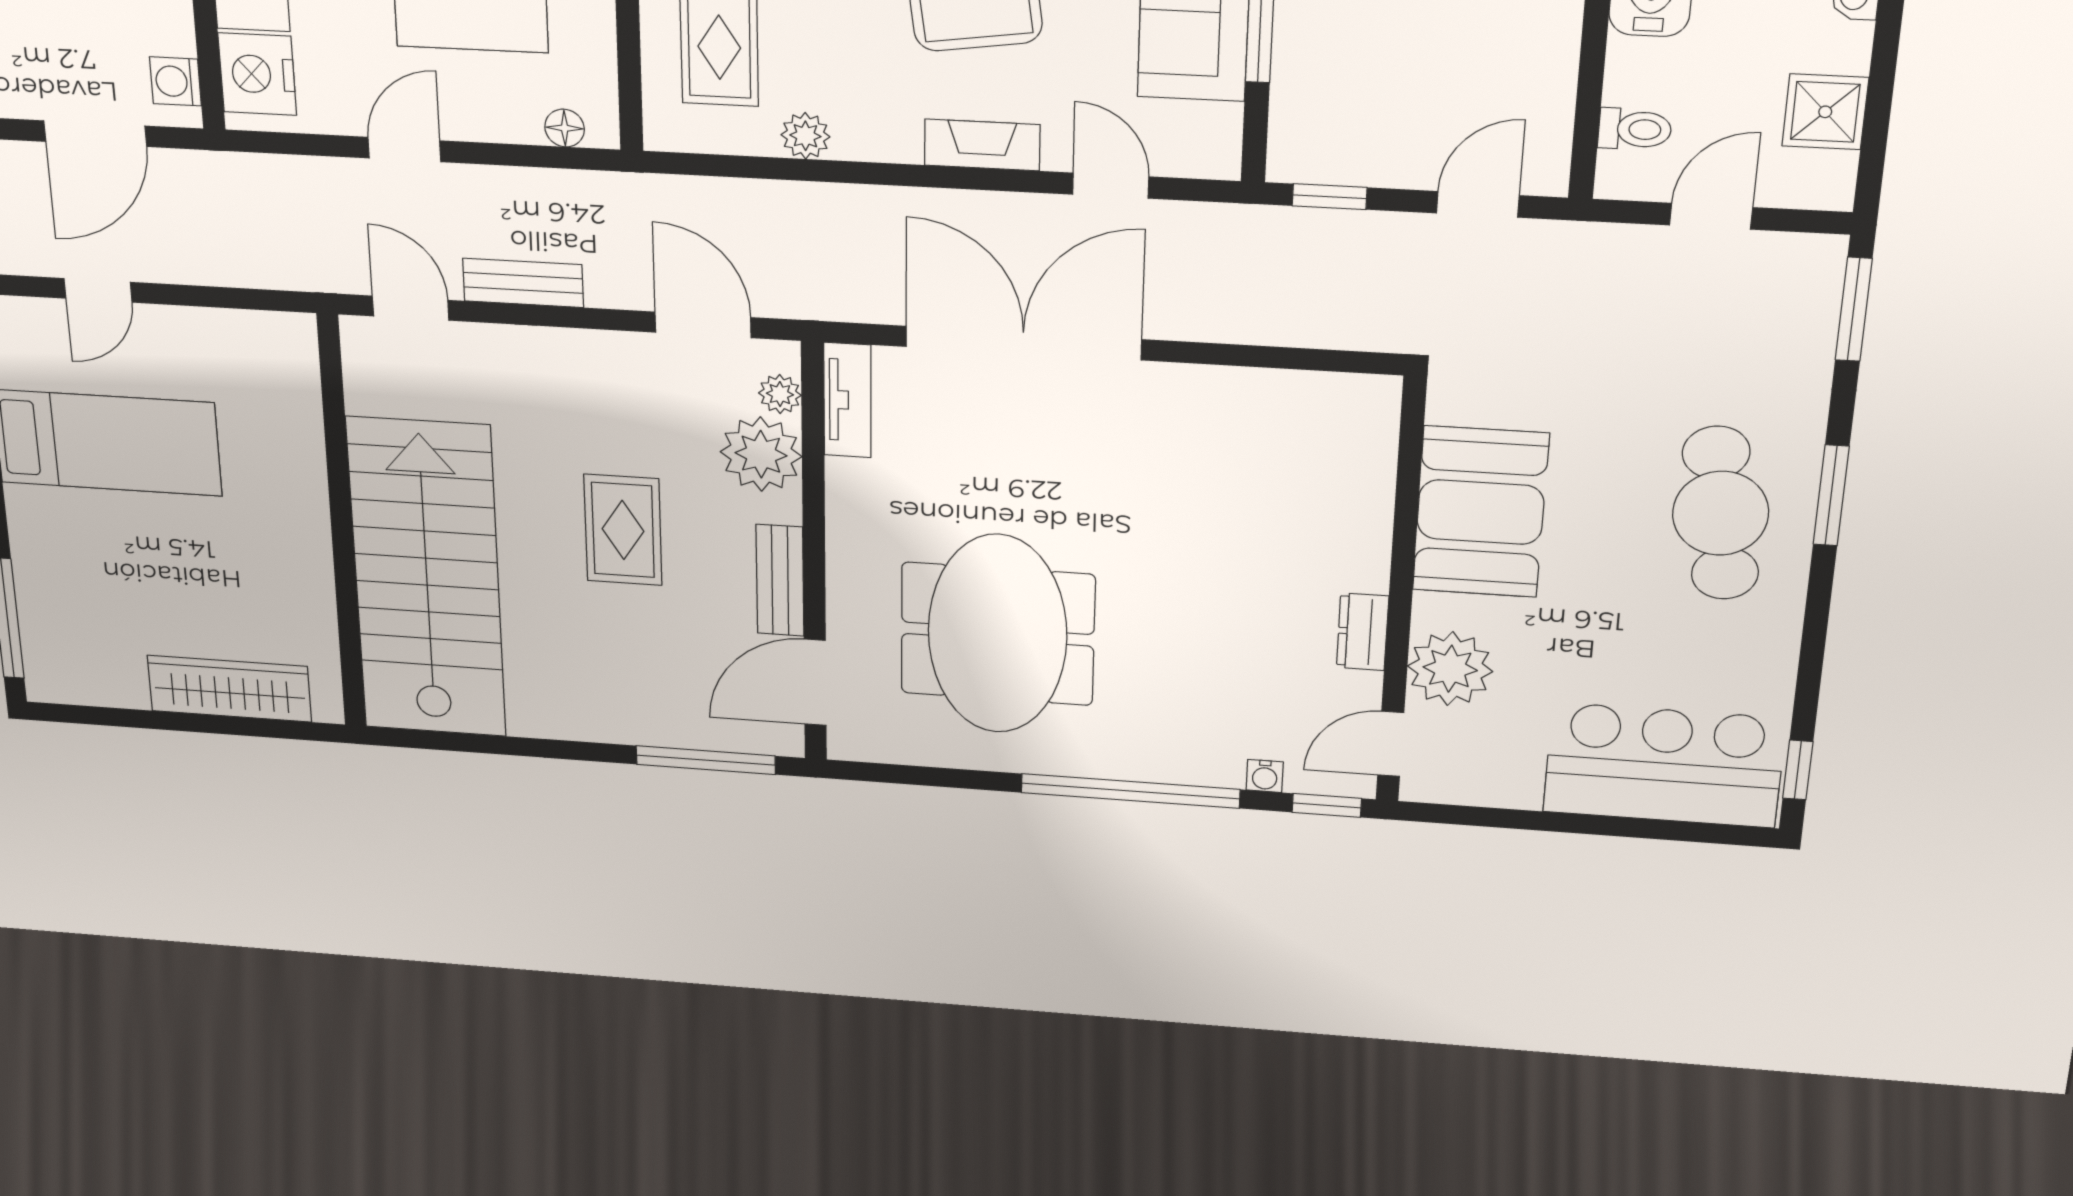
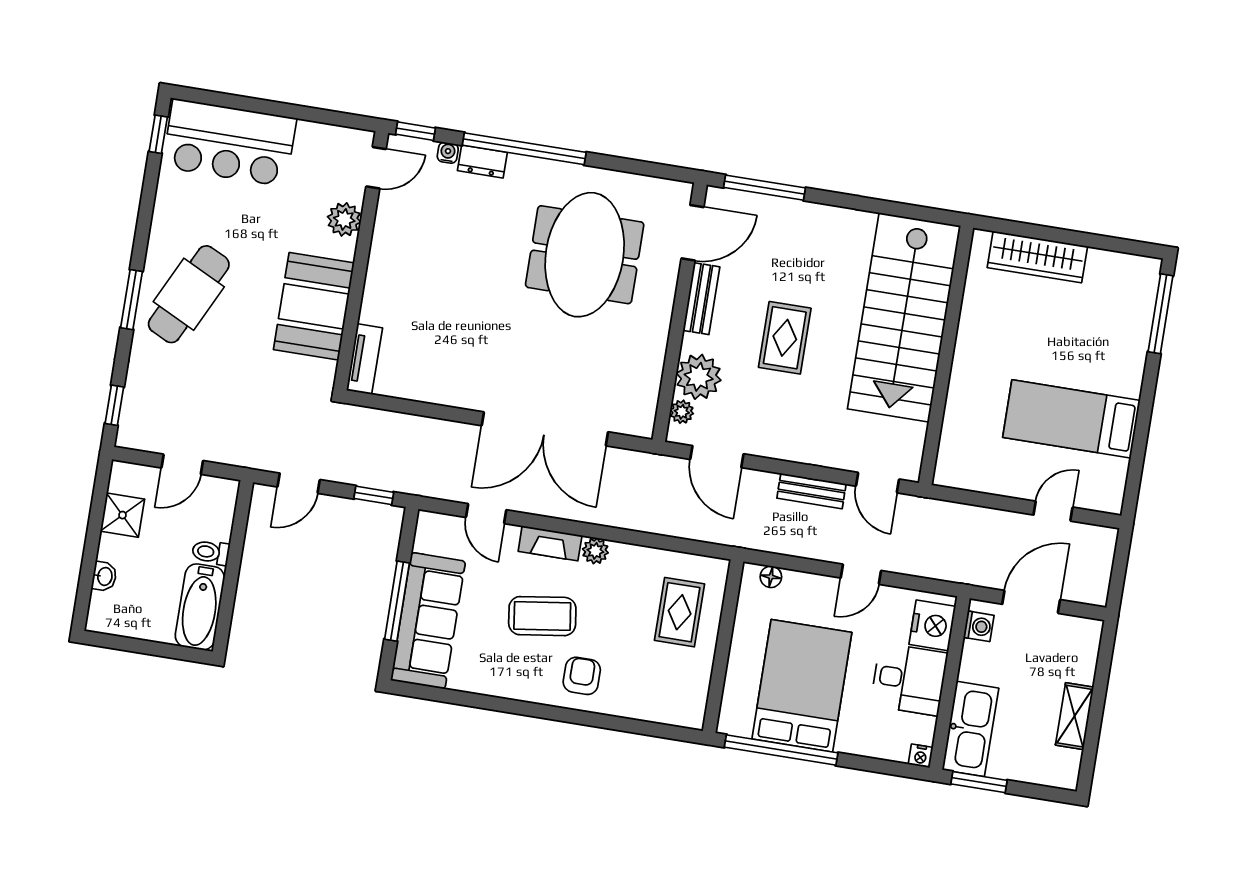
toilet: (1635, 129) -> (211, 552), moved
plant: (805, 136) -> (595, 551), moved
window: (1854, 309) -> (114, 405), width x0.67
tv unit: (847, 400) -> (364, 359), moved, turned 180
cafe table: (1721, 513) -> (189, 294), turned 35
dresser: (1363, 632) -> (482, 161), moved, turned 90
plant: (1450, 669) -> (344, 219), width x0.73, depth x0.73

